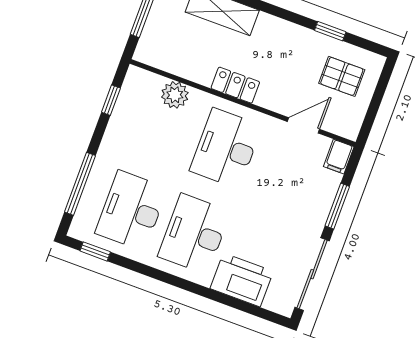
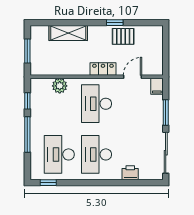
window: (330, 31) -> (115, 23), moved
pallet: (342, 76) -> (123, 36), moved
locker: (235, 85) -> (103, 69), moved
window: (80, 184) -> (27, 135), moved
printer: (242, 280) -> (130, 173), width x0.53, depth x0.68

